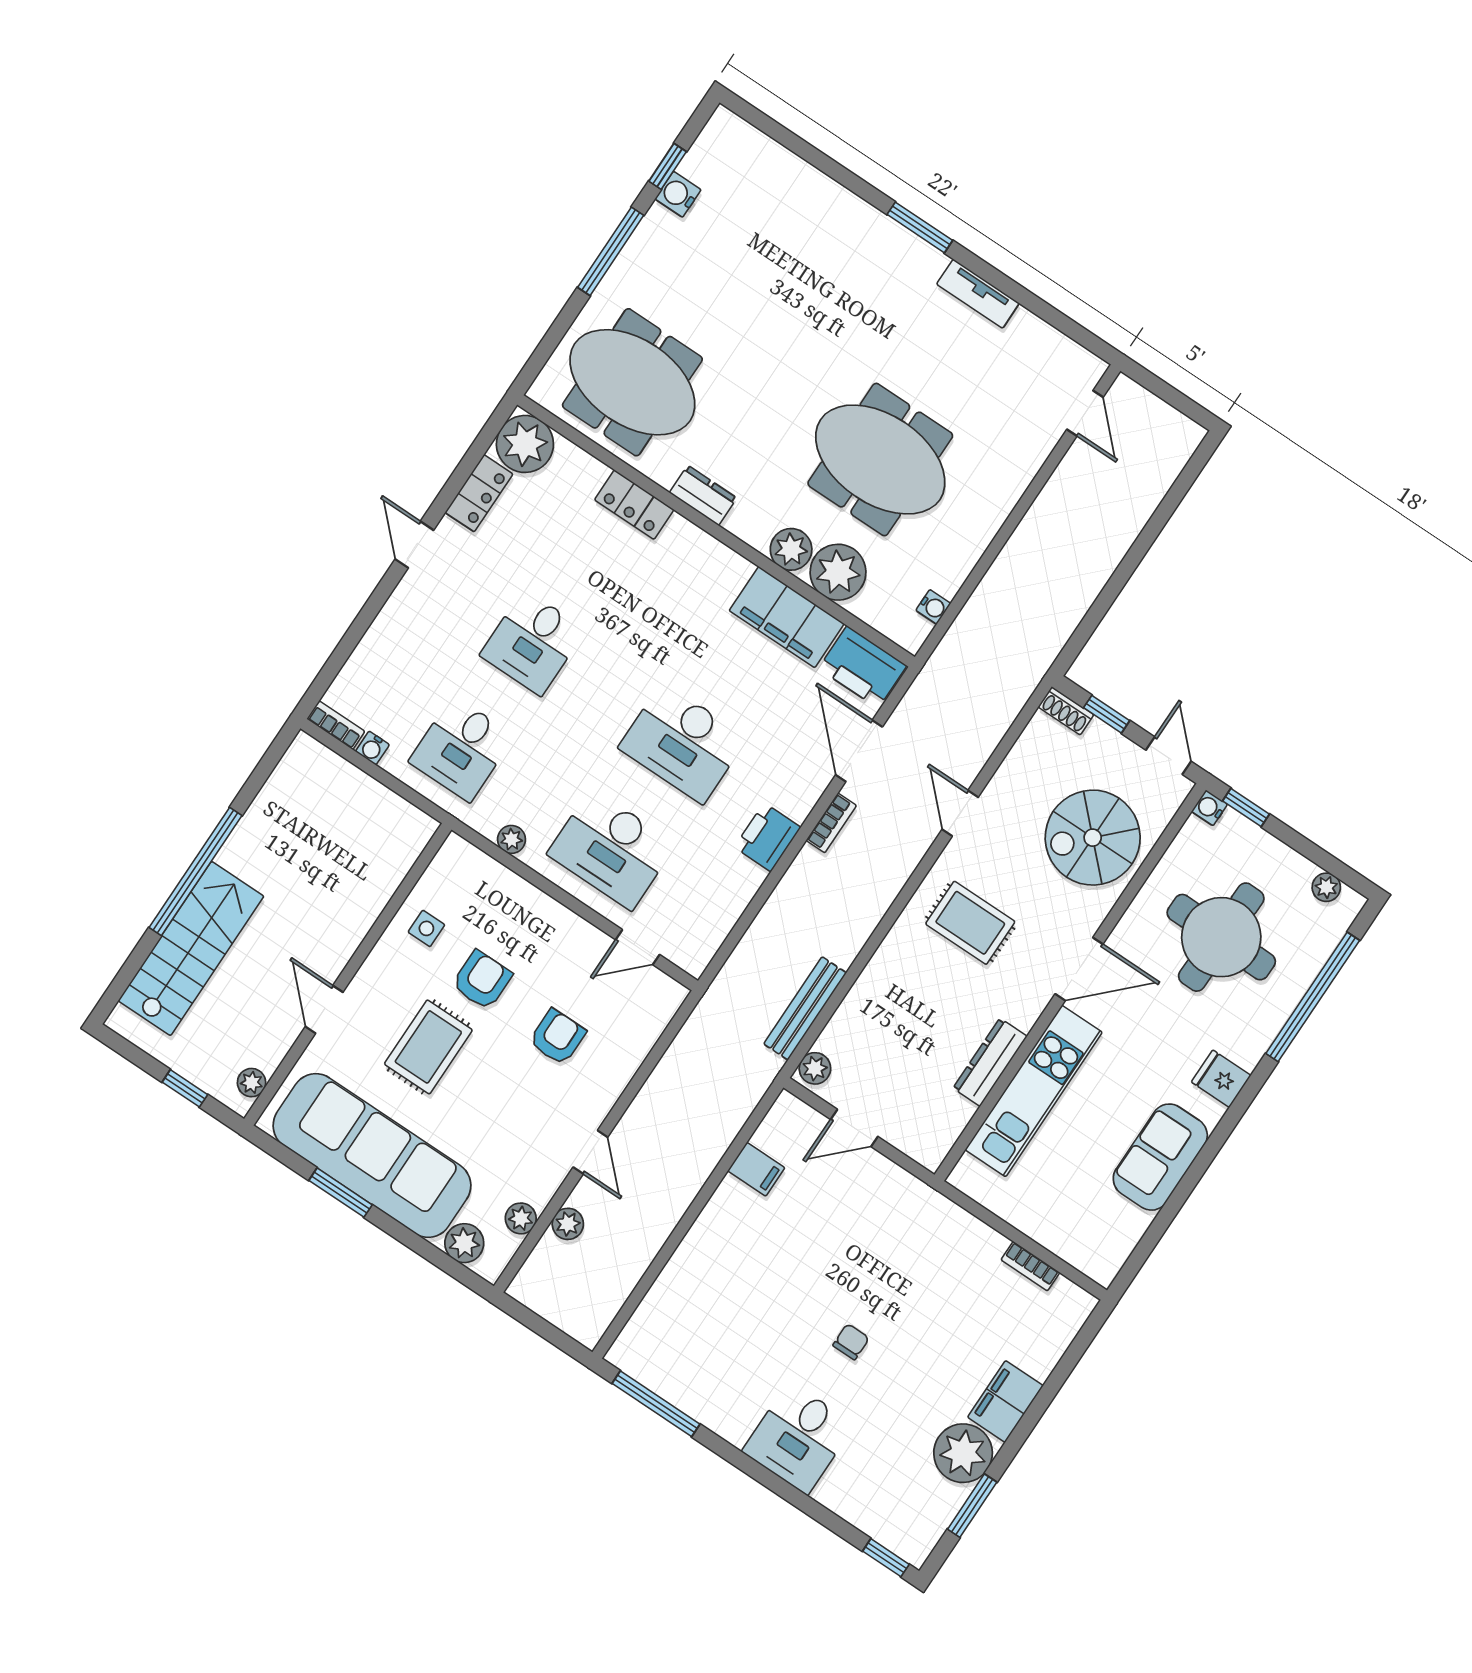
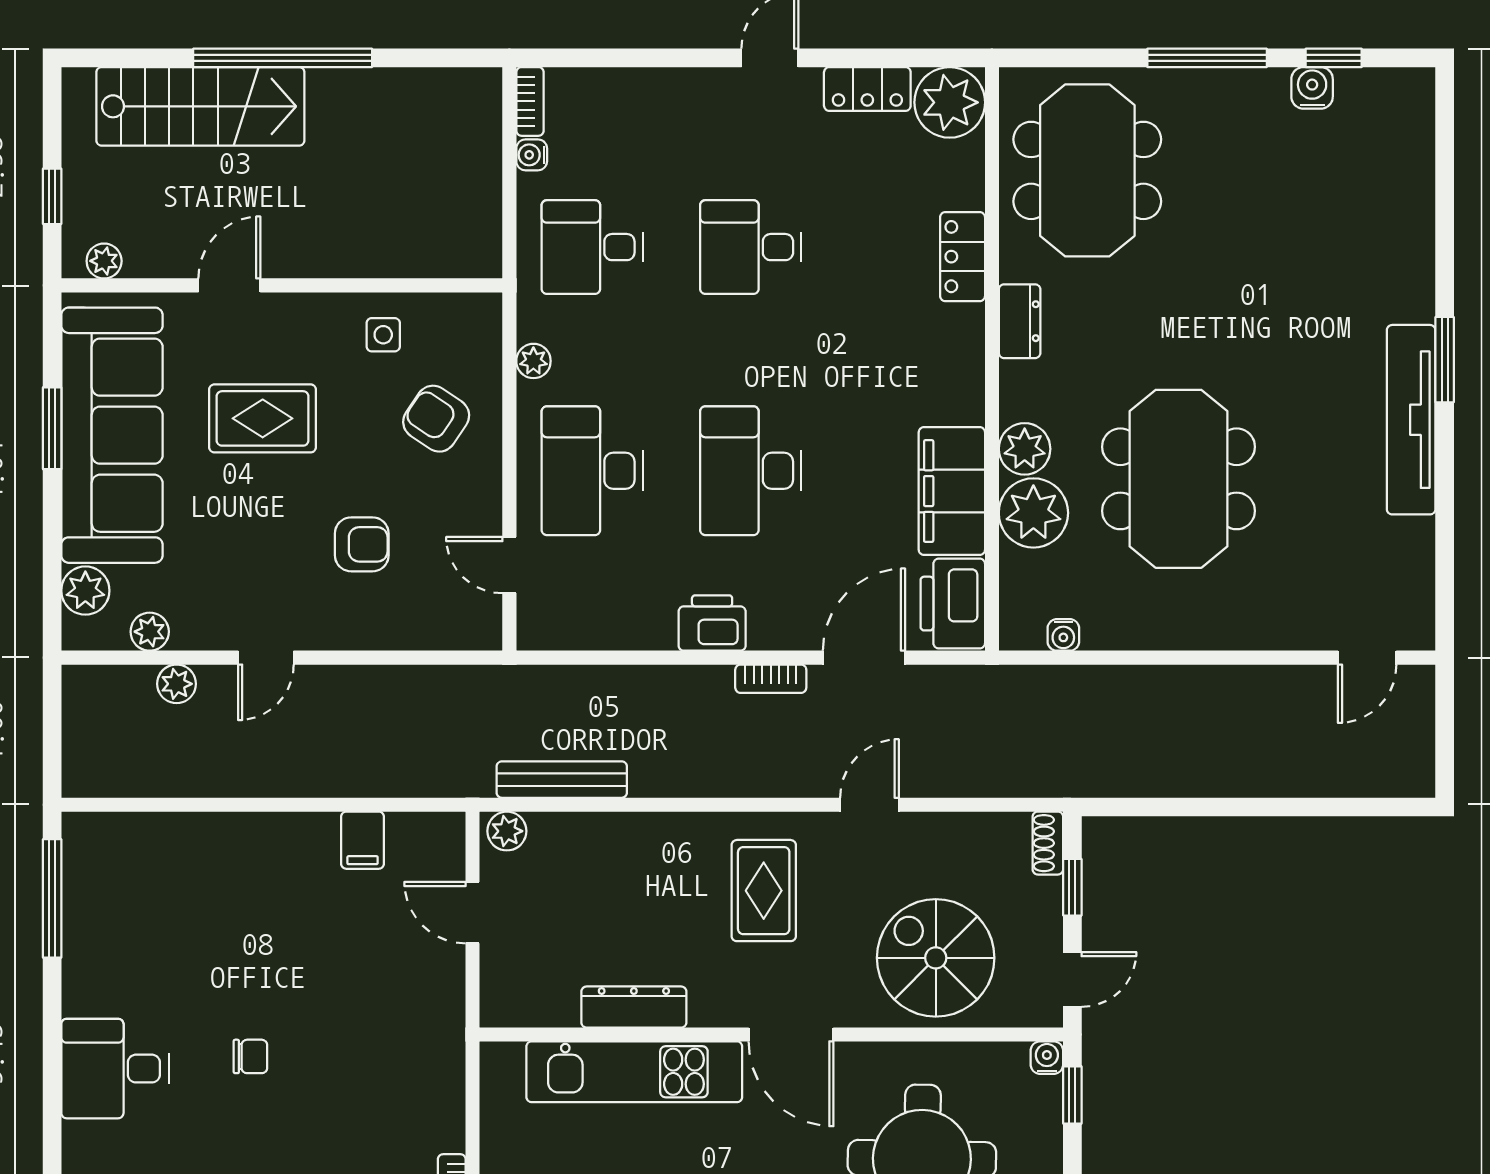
tv unit: (978, 294) -> (1411, 420), width x1.92, depth x1.29
armchair: (482, 980) -> (436, 419), moved, turned -146

